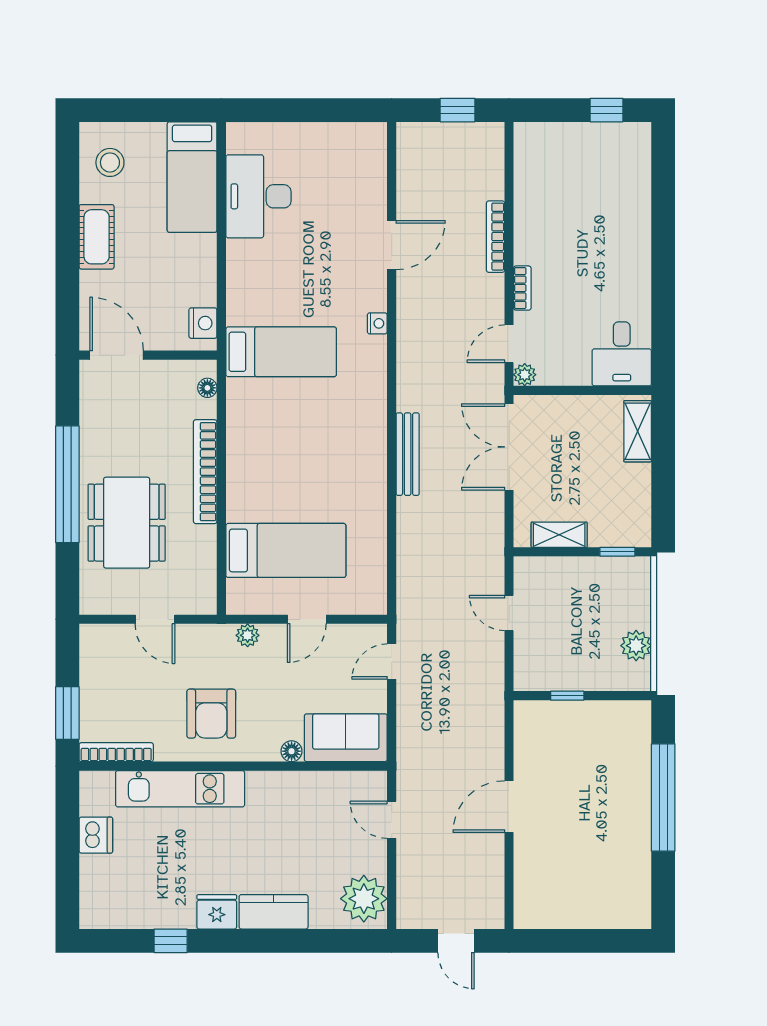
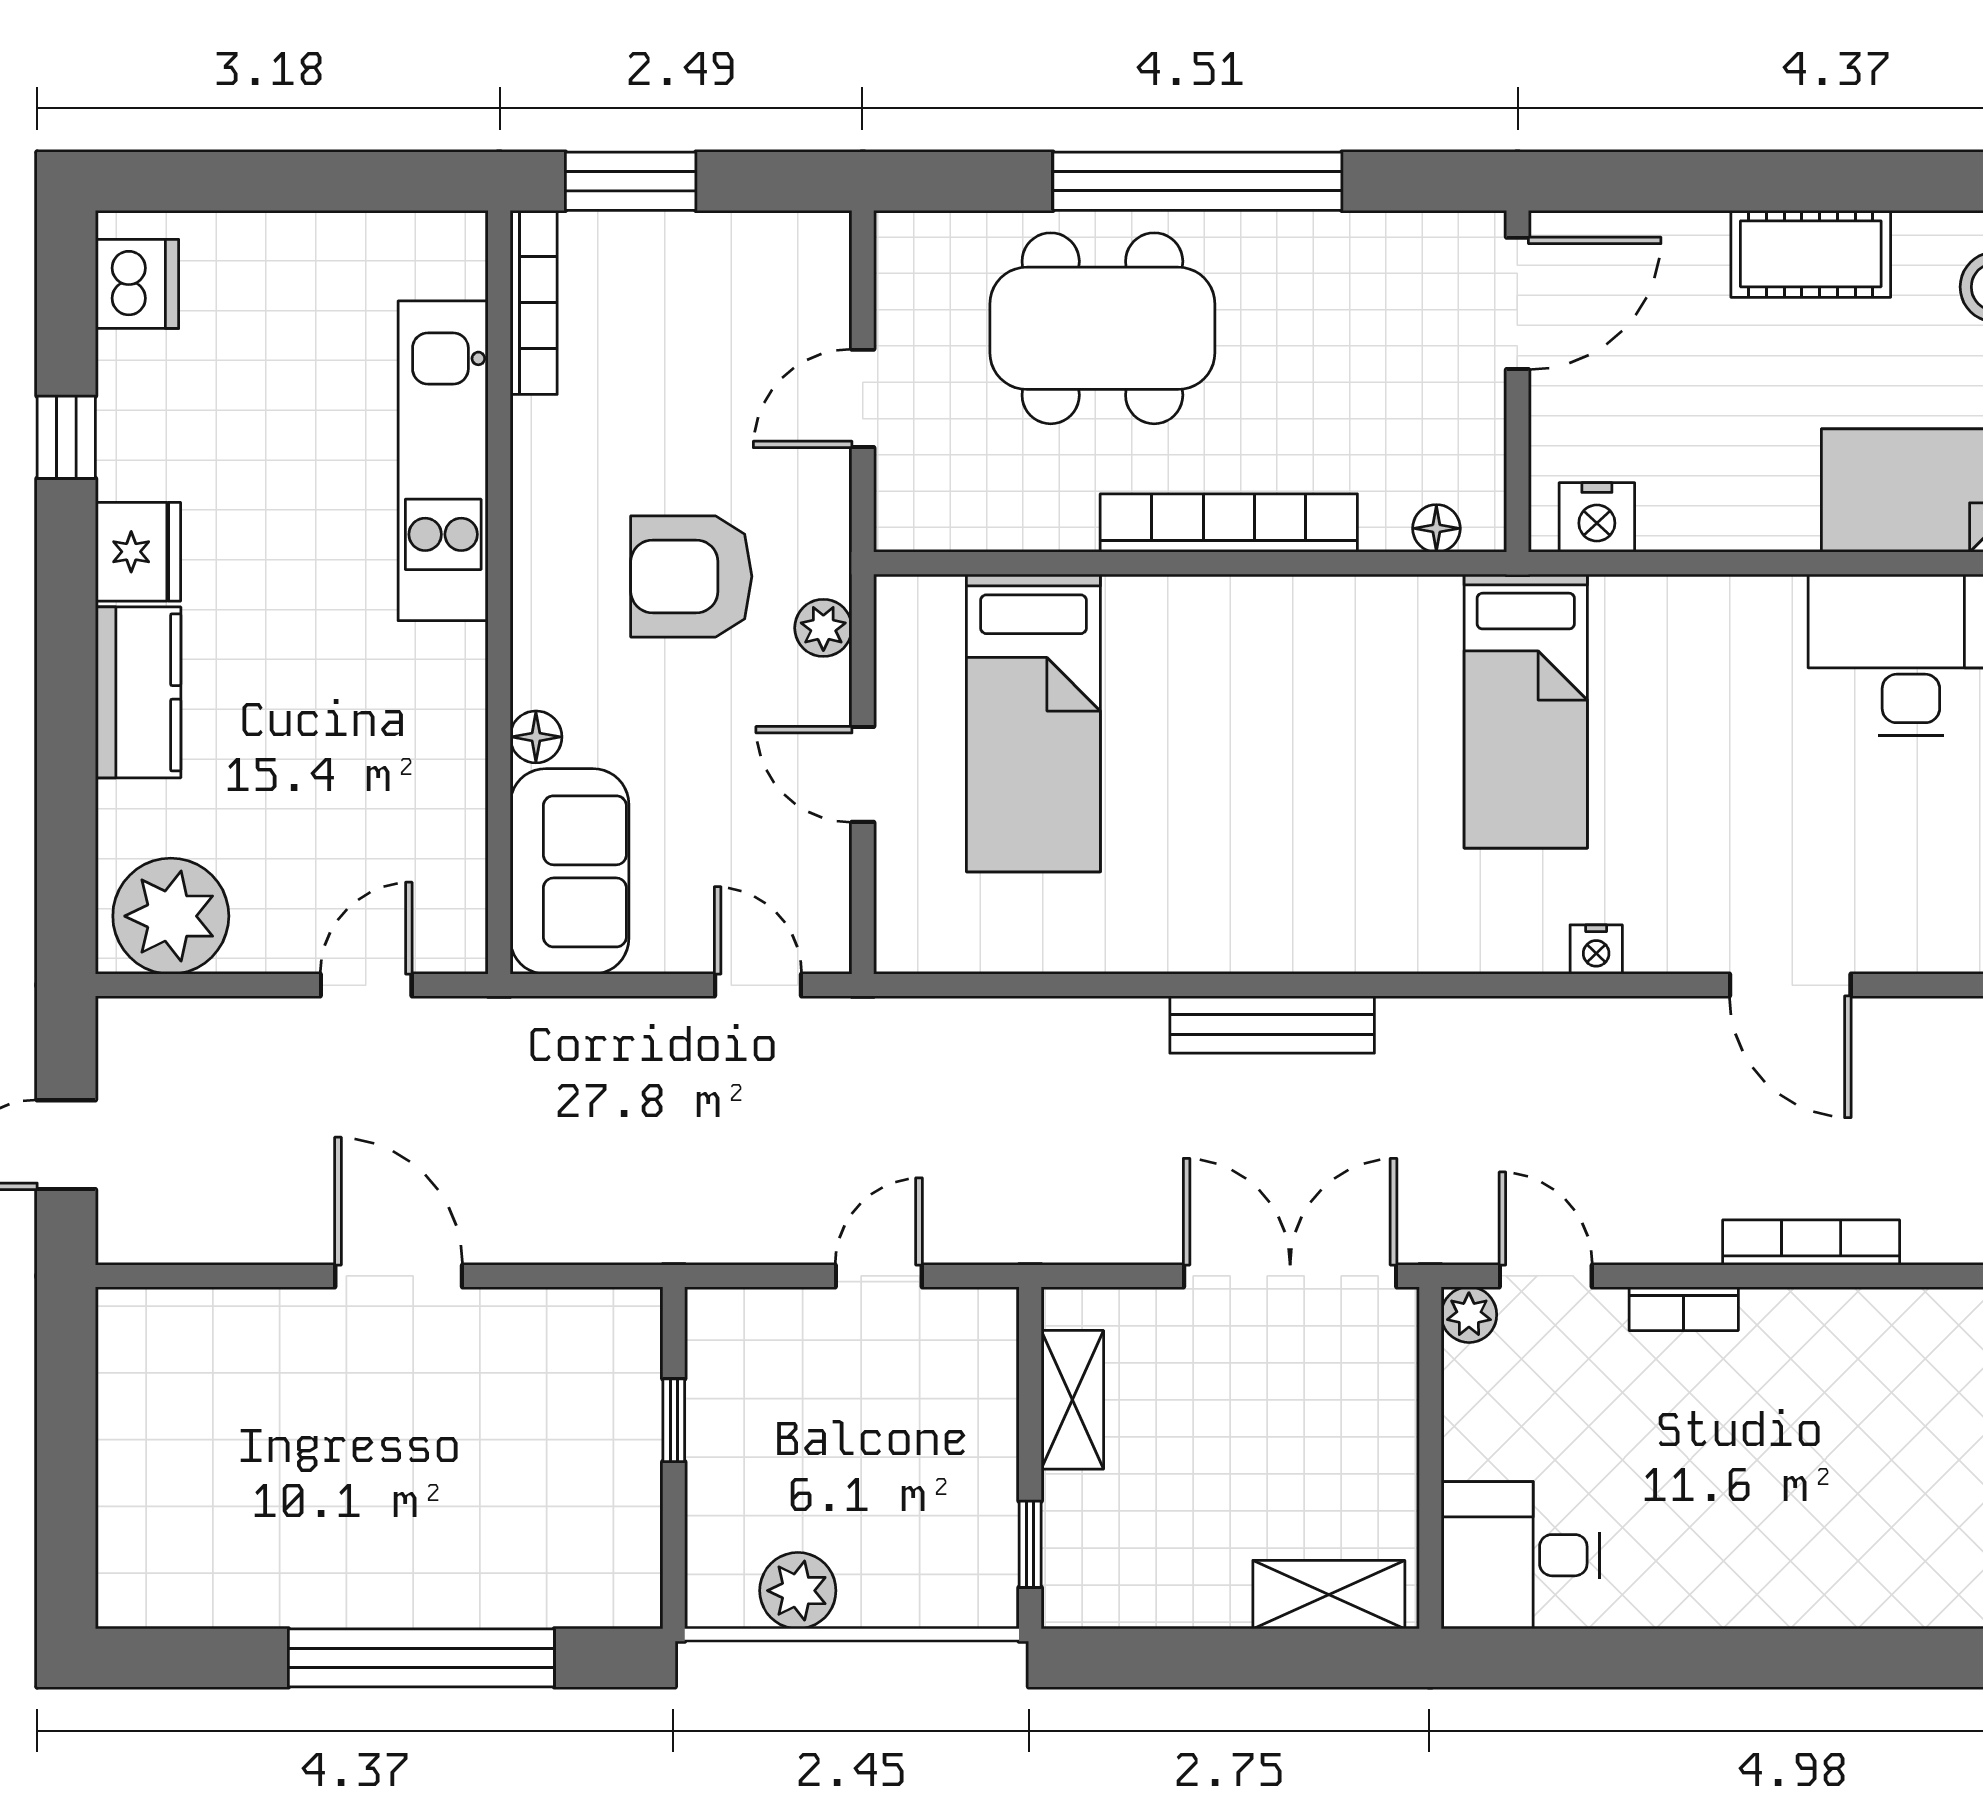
armchair: (211, 714) -> (691, 576), moved
dishwasher: (96, 835) -> (137, 284), moved, turned -90

